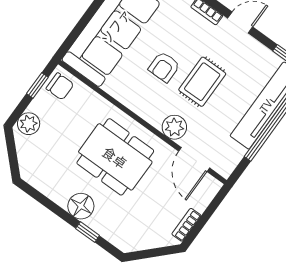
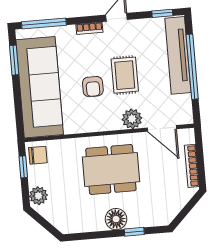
bookcase: (186, 225) -> (192, 166), width x1.56

